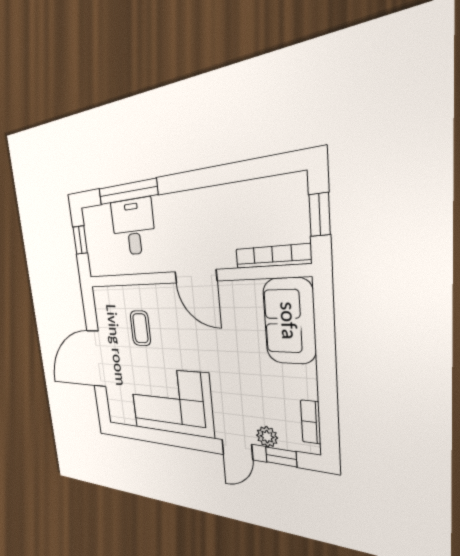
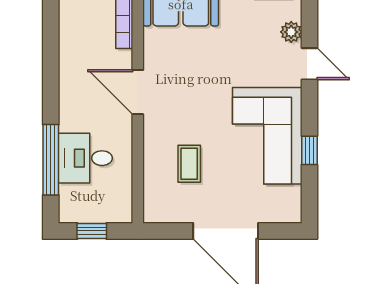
door: (196, 276) -> (138, 92), swing flipped
coffee table: (140, 328) -> (189, 164), turned 90
window: (281, 457) -> (309, 150), moved

